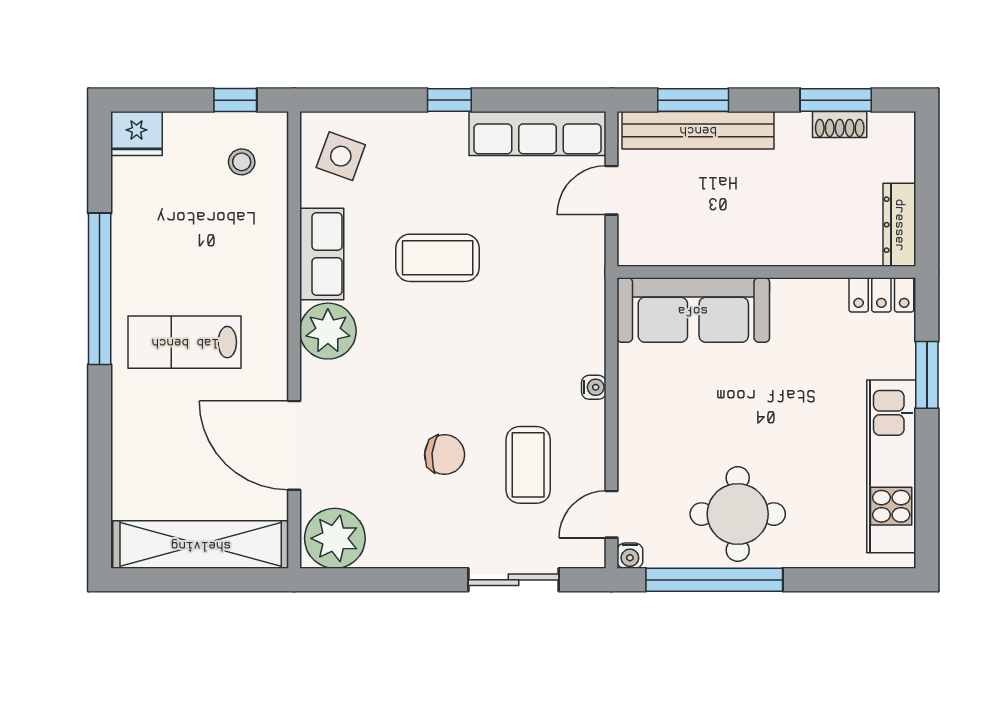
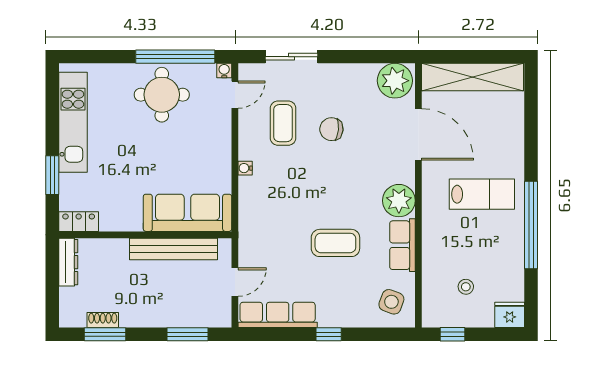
bench: (698, 130) -> (174, 249), moved
stool: (242, 162) -> (466, 287), moved

